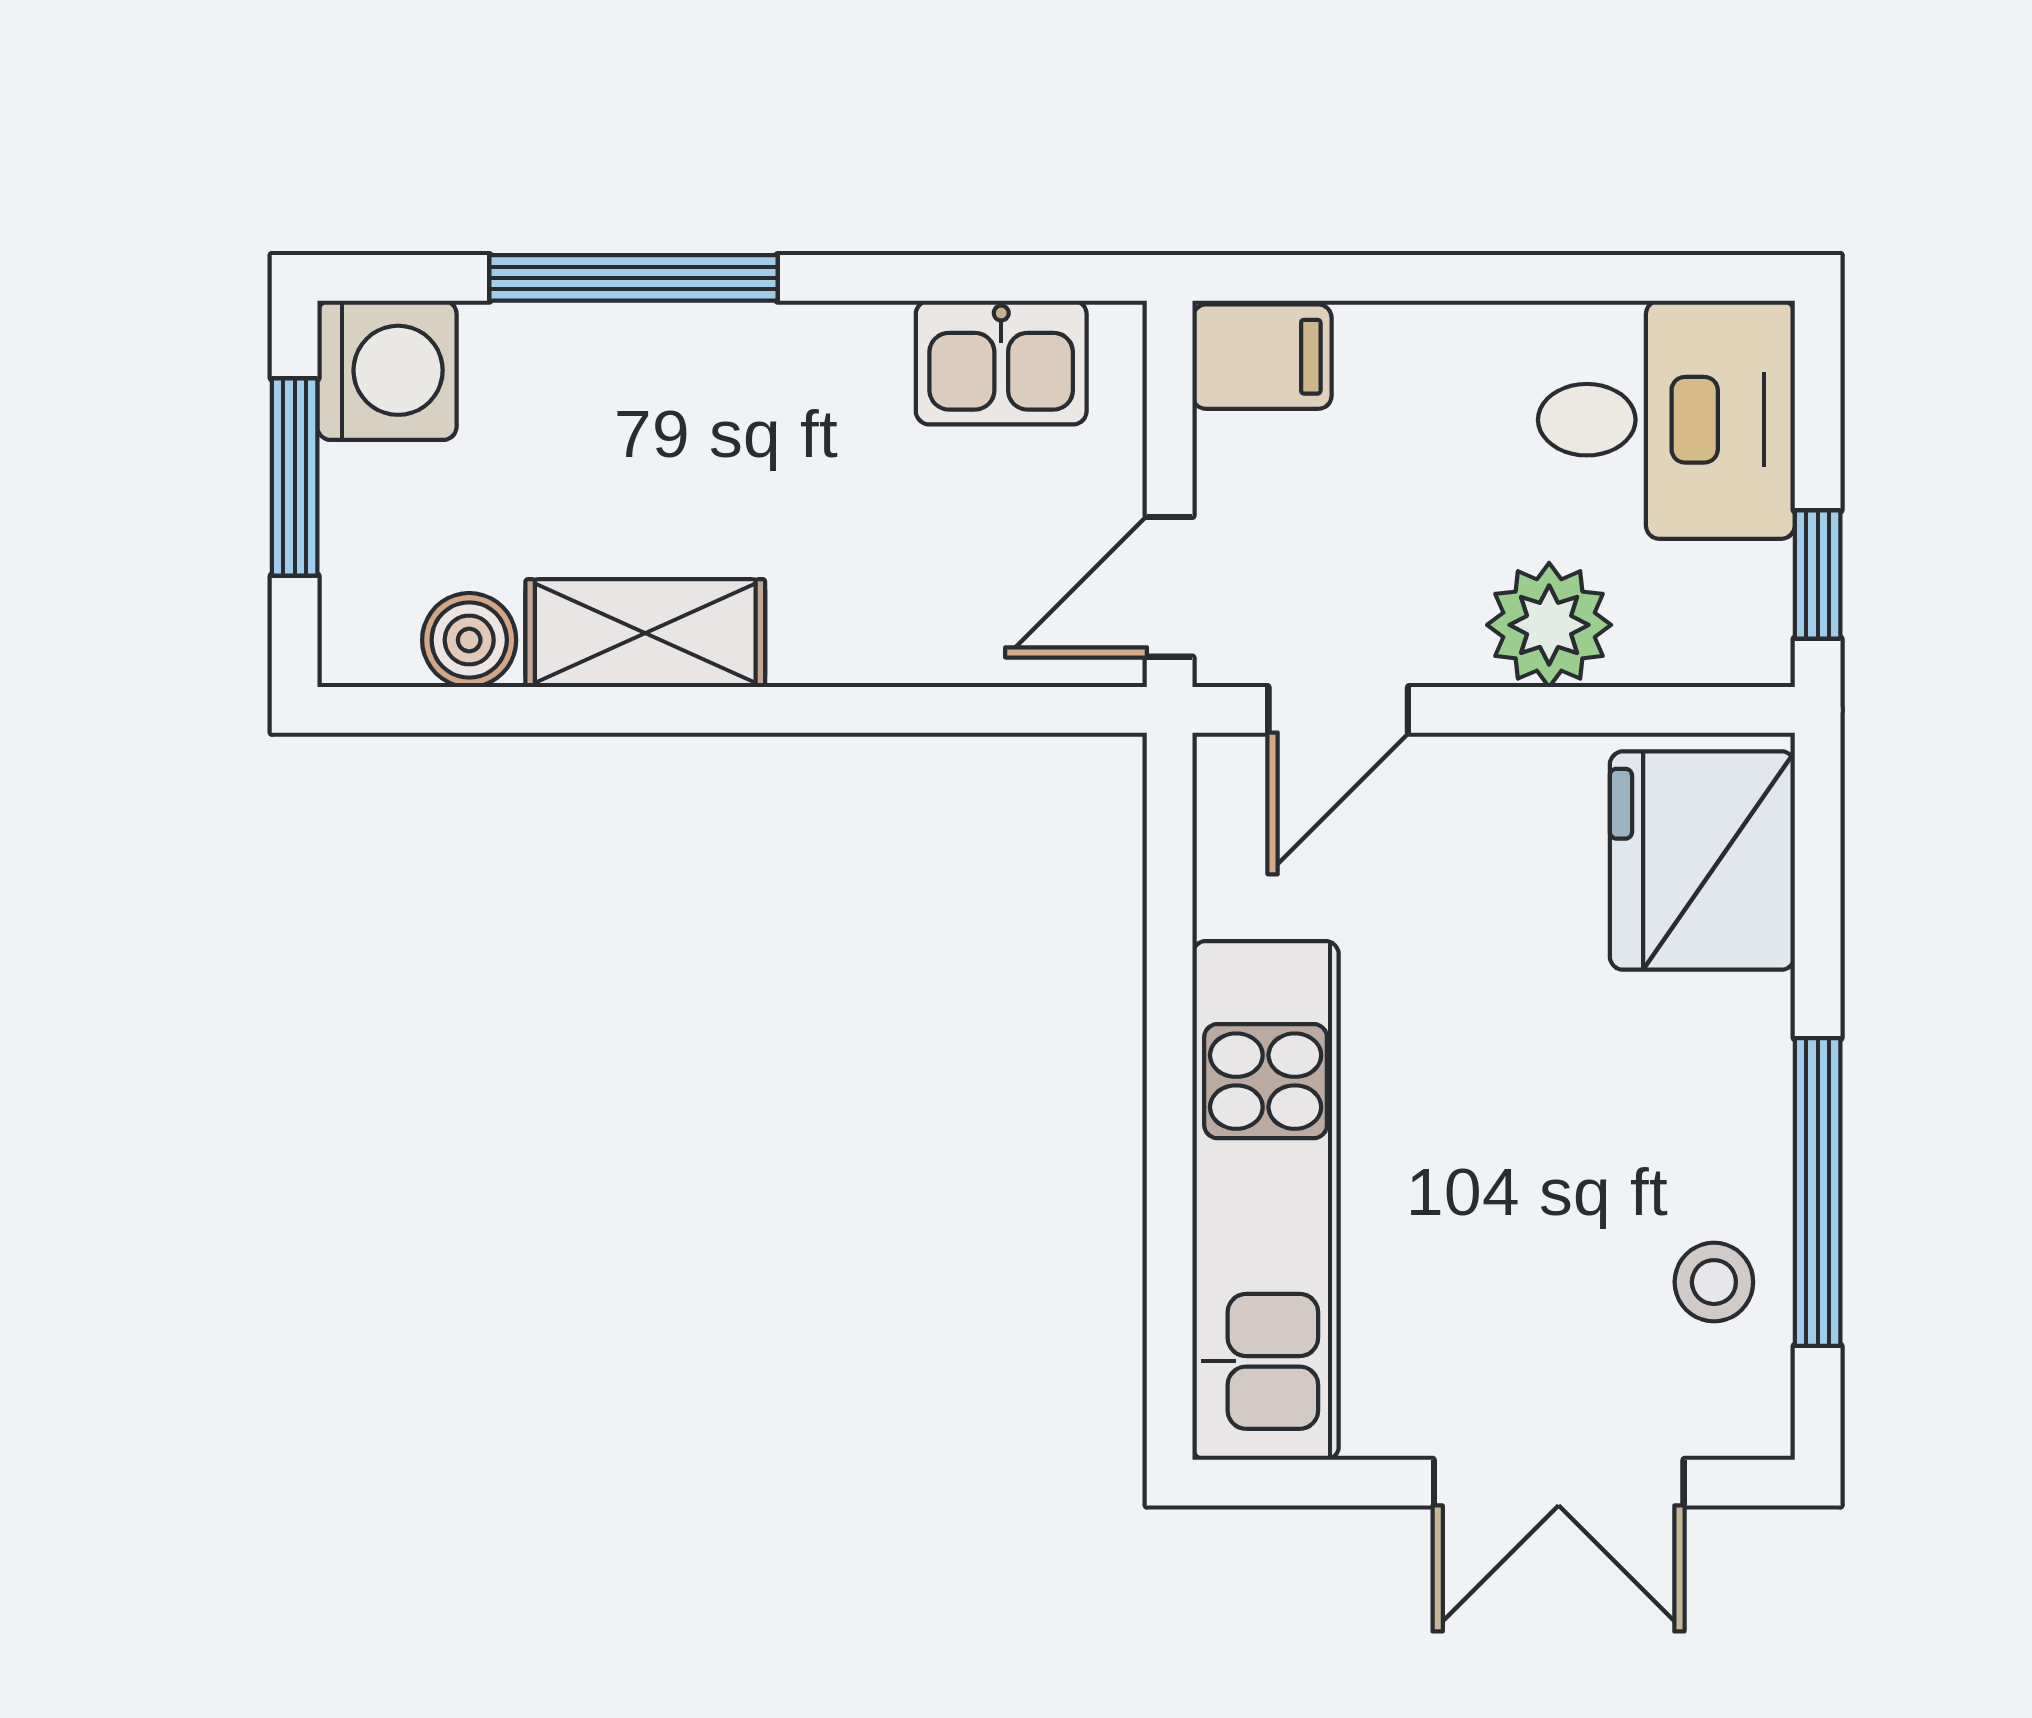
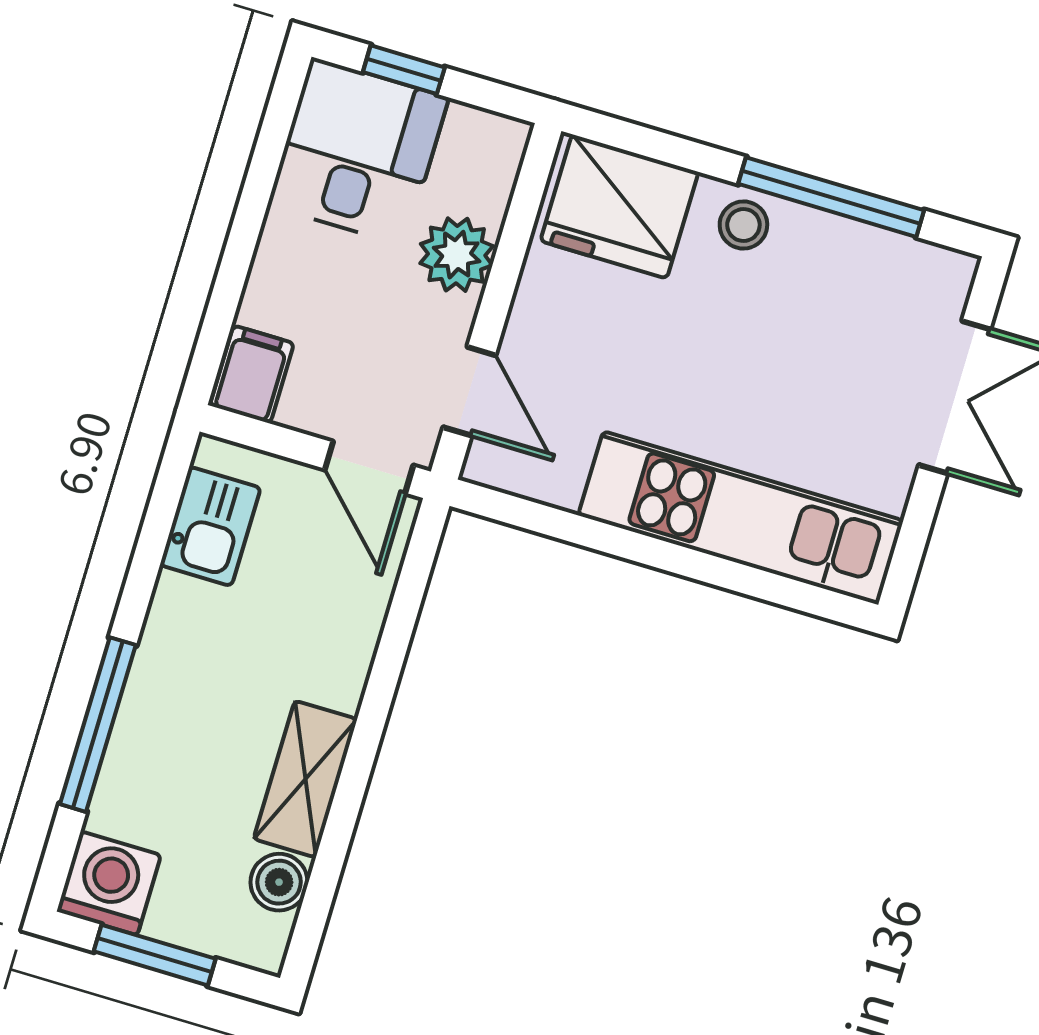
window: (1818, 574) -> (404, 70), moved
stool: (1714, 1282) -> (743, 225), moved

